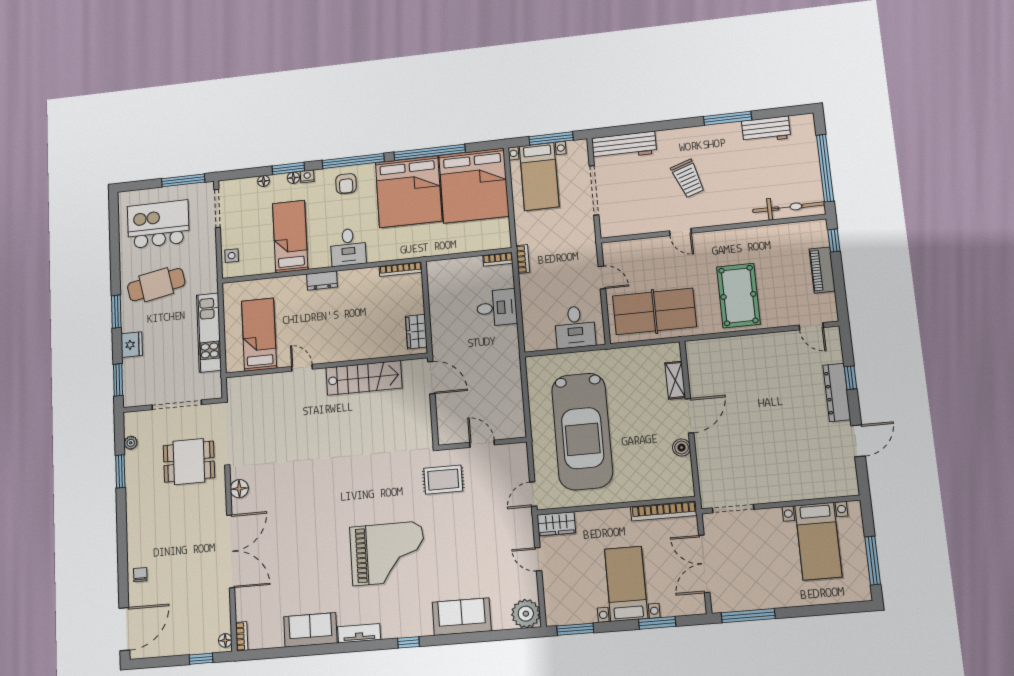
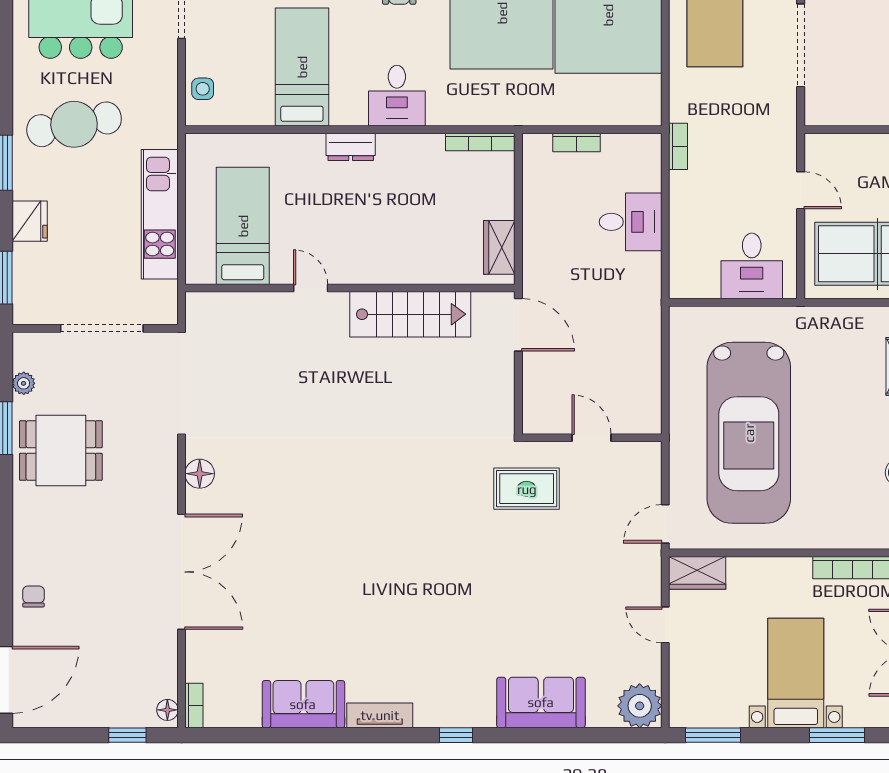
bookcase: (498, 259) -> (577, 143), moved
dining table: (189, 462) -> (61, 451), moved
grand piano: (388, 553) -> (432, 596), removed

